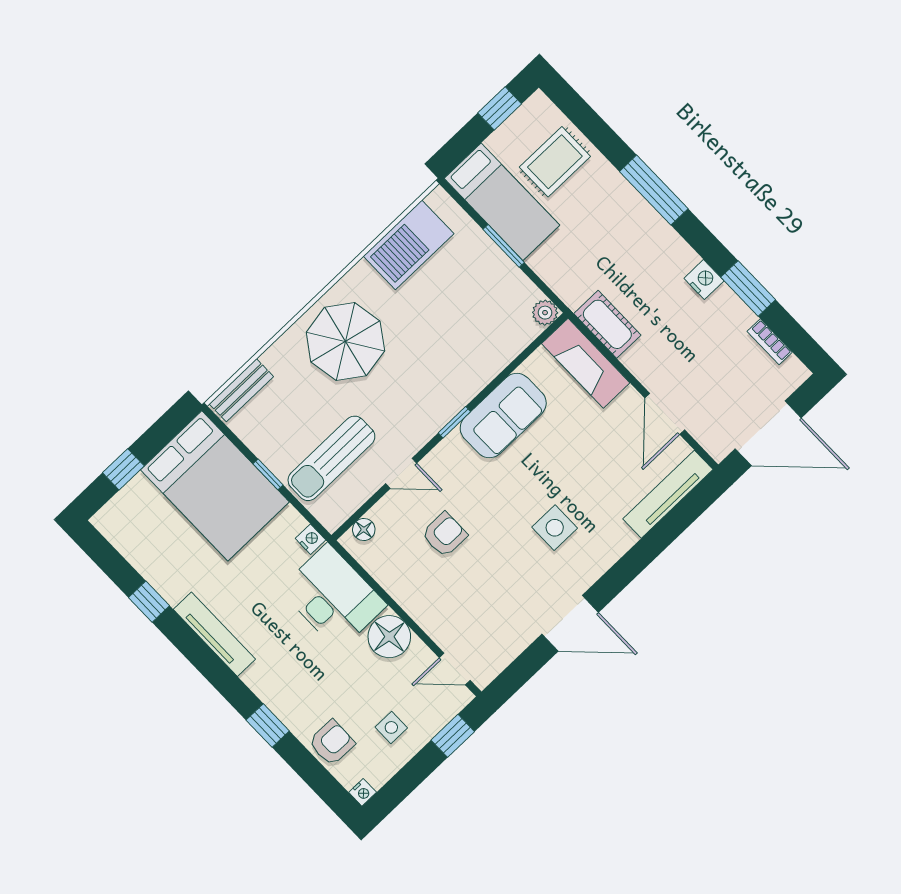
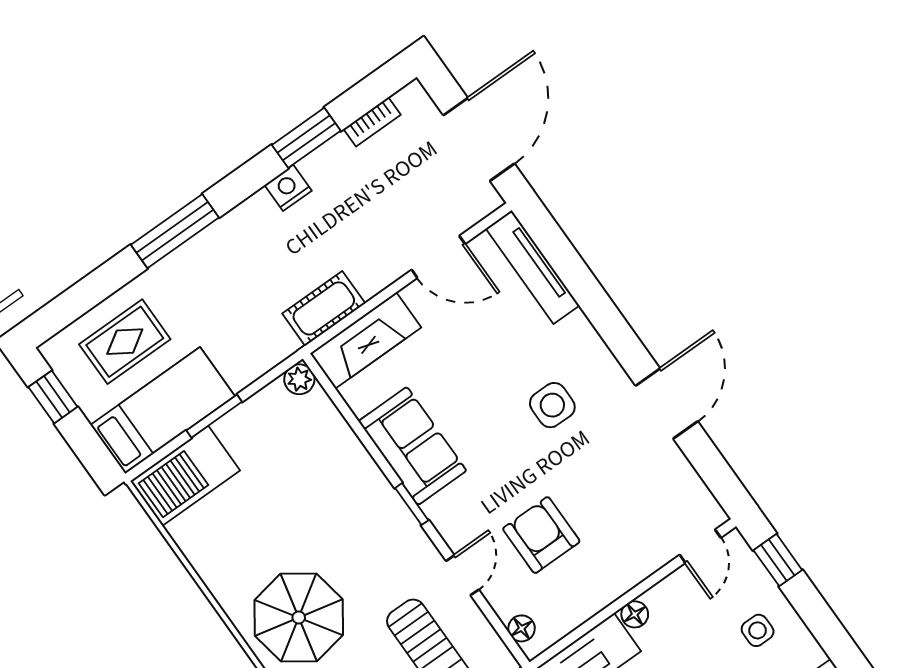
rug: (555, 162) -> (125, 342), turned 90
barbecue: (409, 245) -> (185, 476), moved, turned 90
armchair: (444, 535) -> (541, 535), width x1.38, depth x1.38
floor lamp: (389, 637) -> (635, 614), width x0.53, depth x0.53

